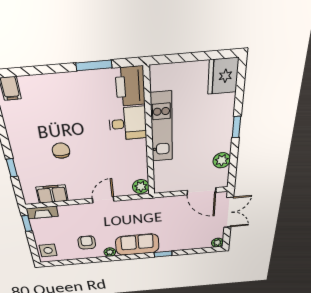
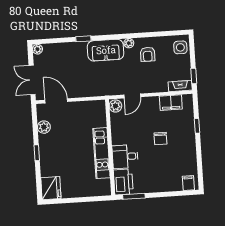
printer: (130, 86) -> (123, 182), moved
desk: (128, 124) -> (125, 157), moved
kitchen unit: (162, 127) -> (101, 153), moved
wall: (149, 136) -> (110, 147), moved
plant: (141, 187) -> (115, 106), moved

